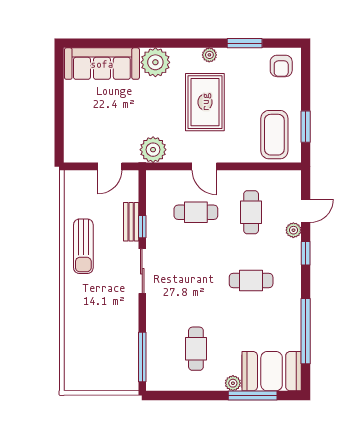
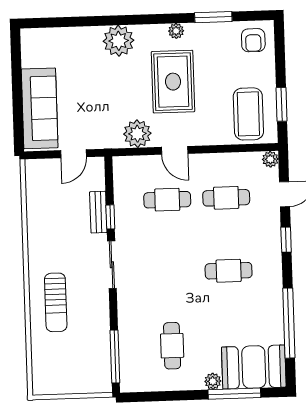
sofa: (102, 64) -> (40, 108), moved, turned -90
plant: (153, 150) -> (137, 134), moved
cafe table: (251, 212) -> (226, 198), turned 90
plant: (293, 230) -> (270, 159), moved
sun lounger: (83, 246) -> (56, 302), moved

